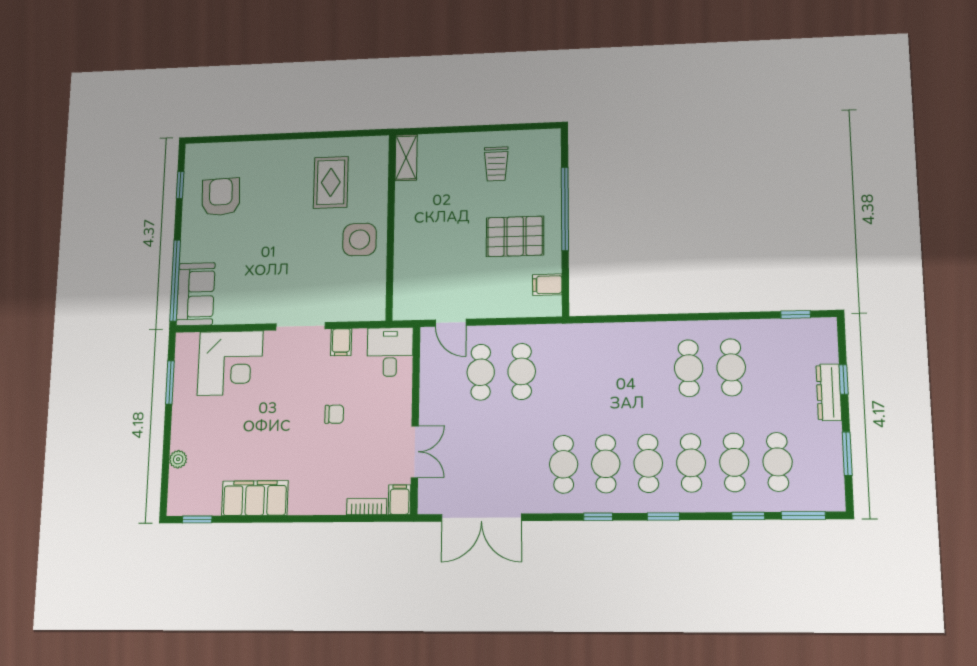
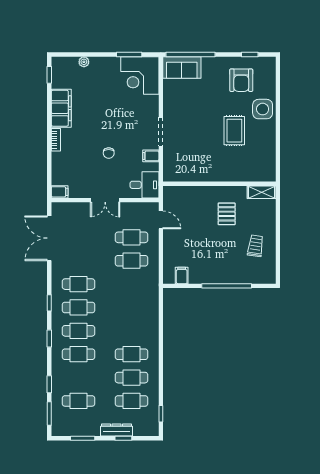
trolley: (496, 164) -> (255, 246), turned 98
rug: (331, 182) -> (234, 131), moved, turned 90
armchair: (221, 197) -> (241, 80), turned 92
pallet: (515, 236) -> (227, 214), moved, width x0.67, depth x0.71
side table: (360, 240) -> (263, 109), moved
door: (451, 323) -> (161, 220), swing flipped
corner desk: (230, 363) -> (140, 75), moved
double door: (415, 452) -> (105, 200), moved
cafe table: (734, 462) -> (132, 401), moved
bookcase: (367, 507) -> (56, 140), moved

